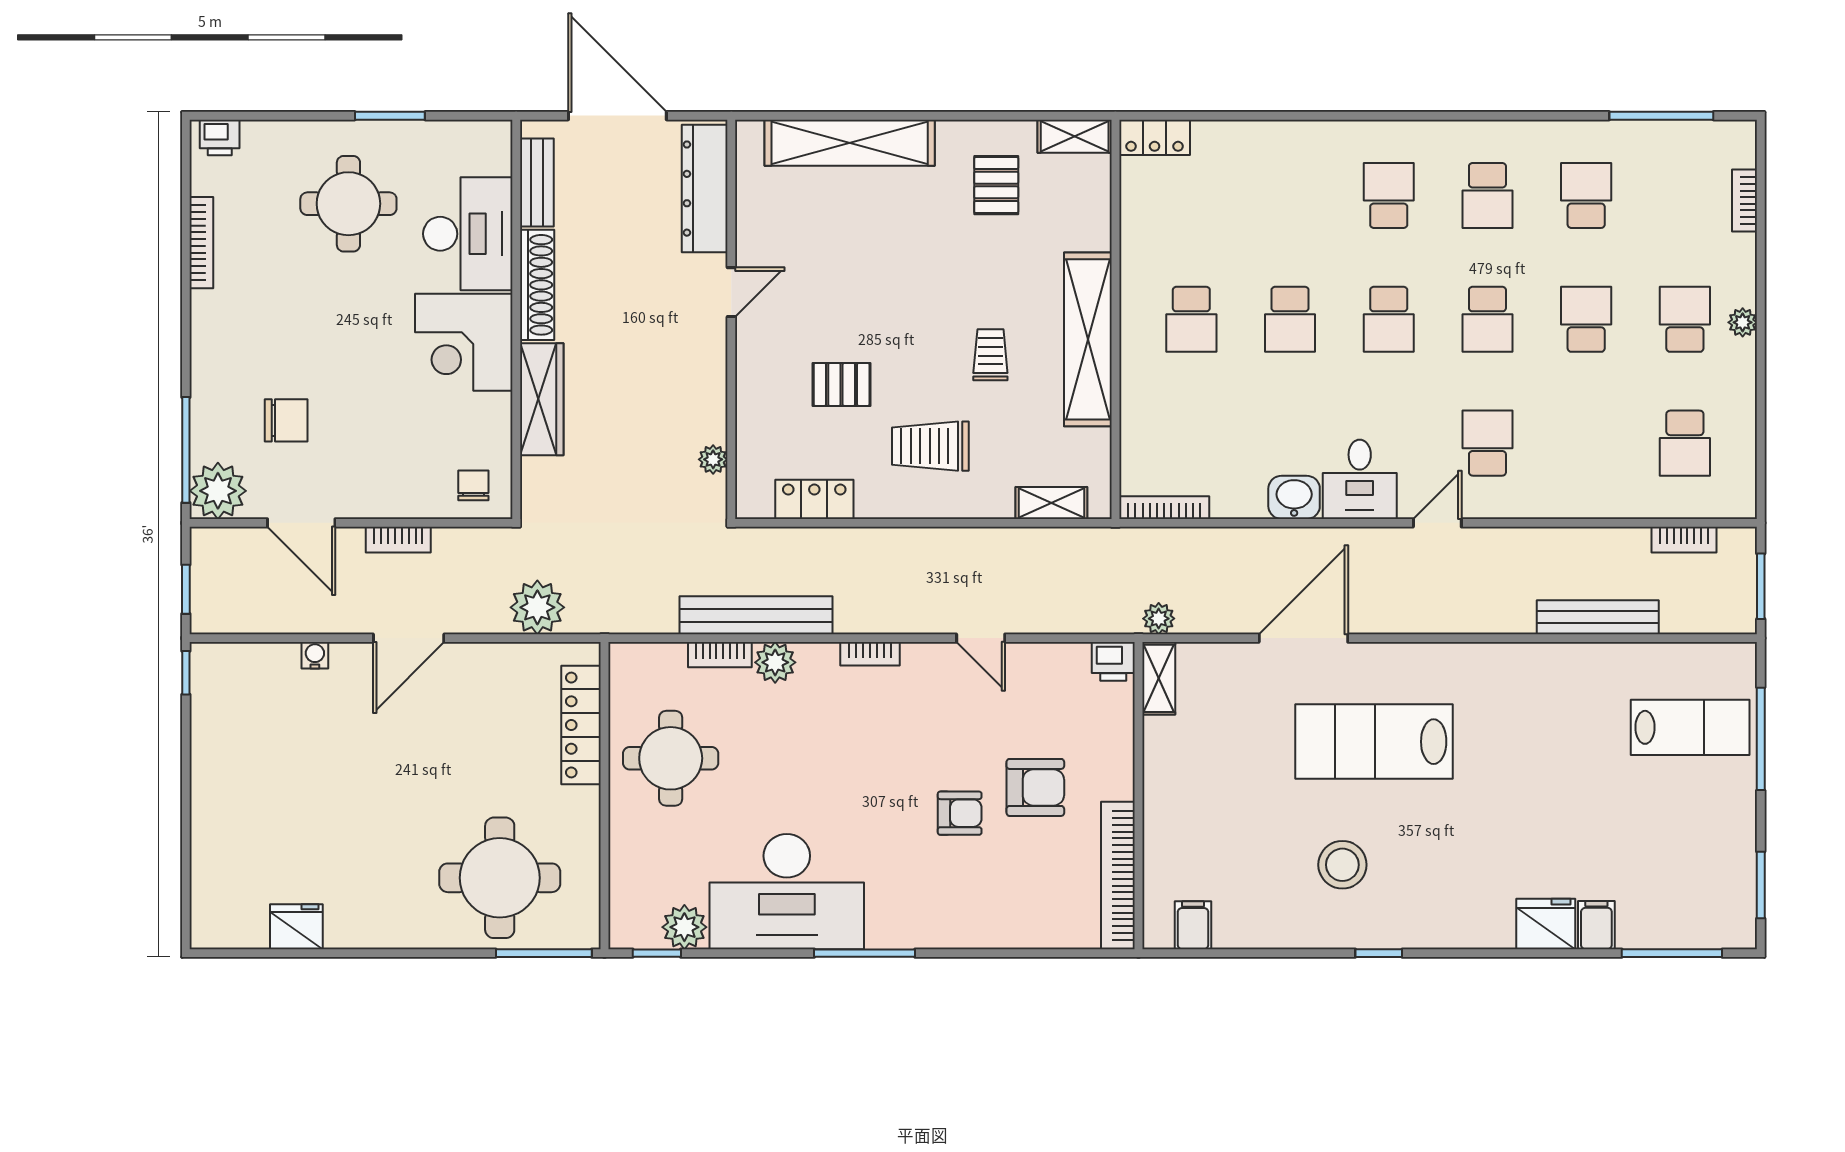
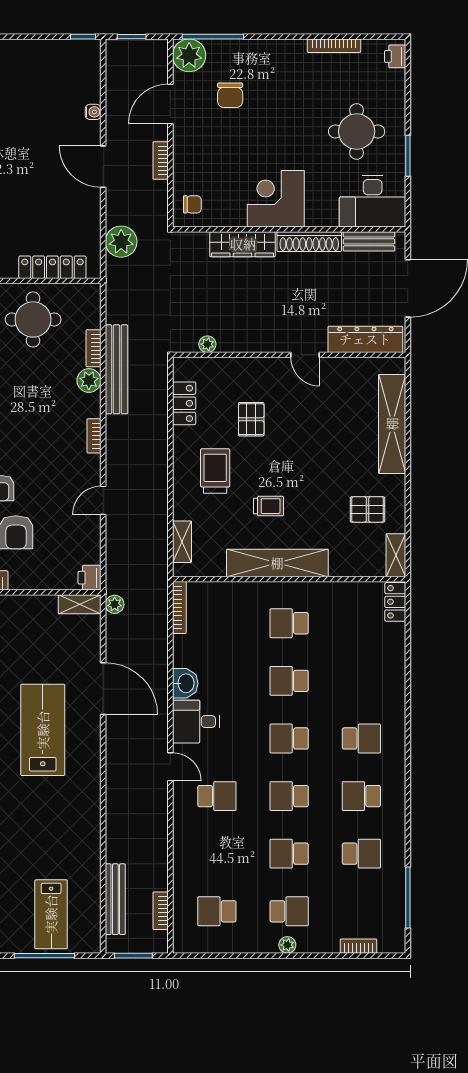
desk: (468, 234) -> (373, 201), moved
school desk: (1586, 319) -> (289, 854), turned 180
bench: (1598, 617) -> (115, 899), moved

